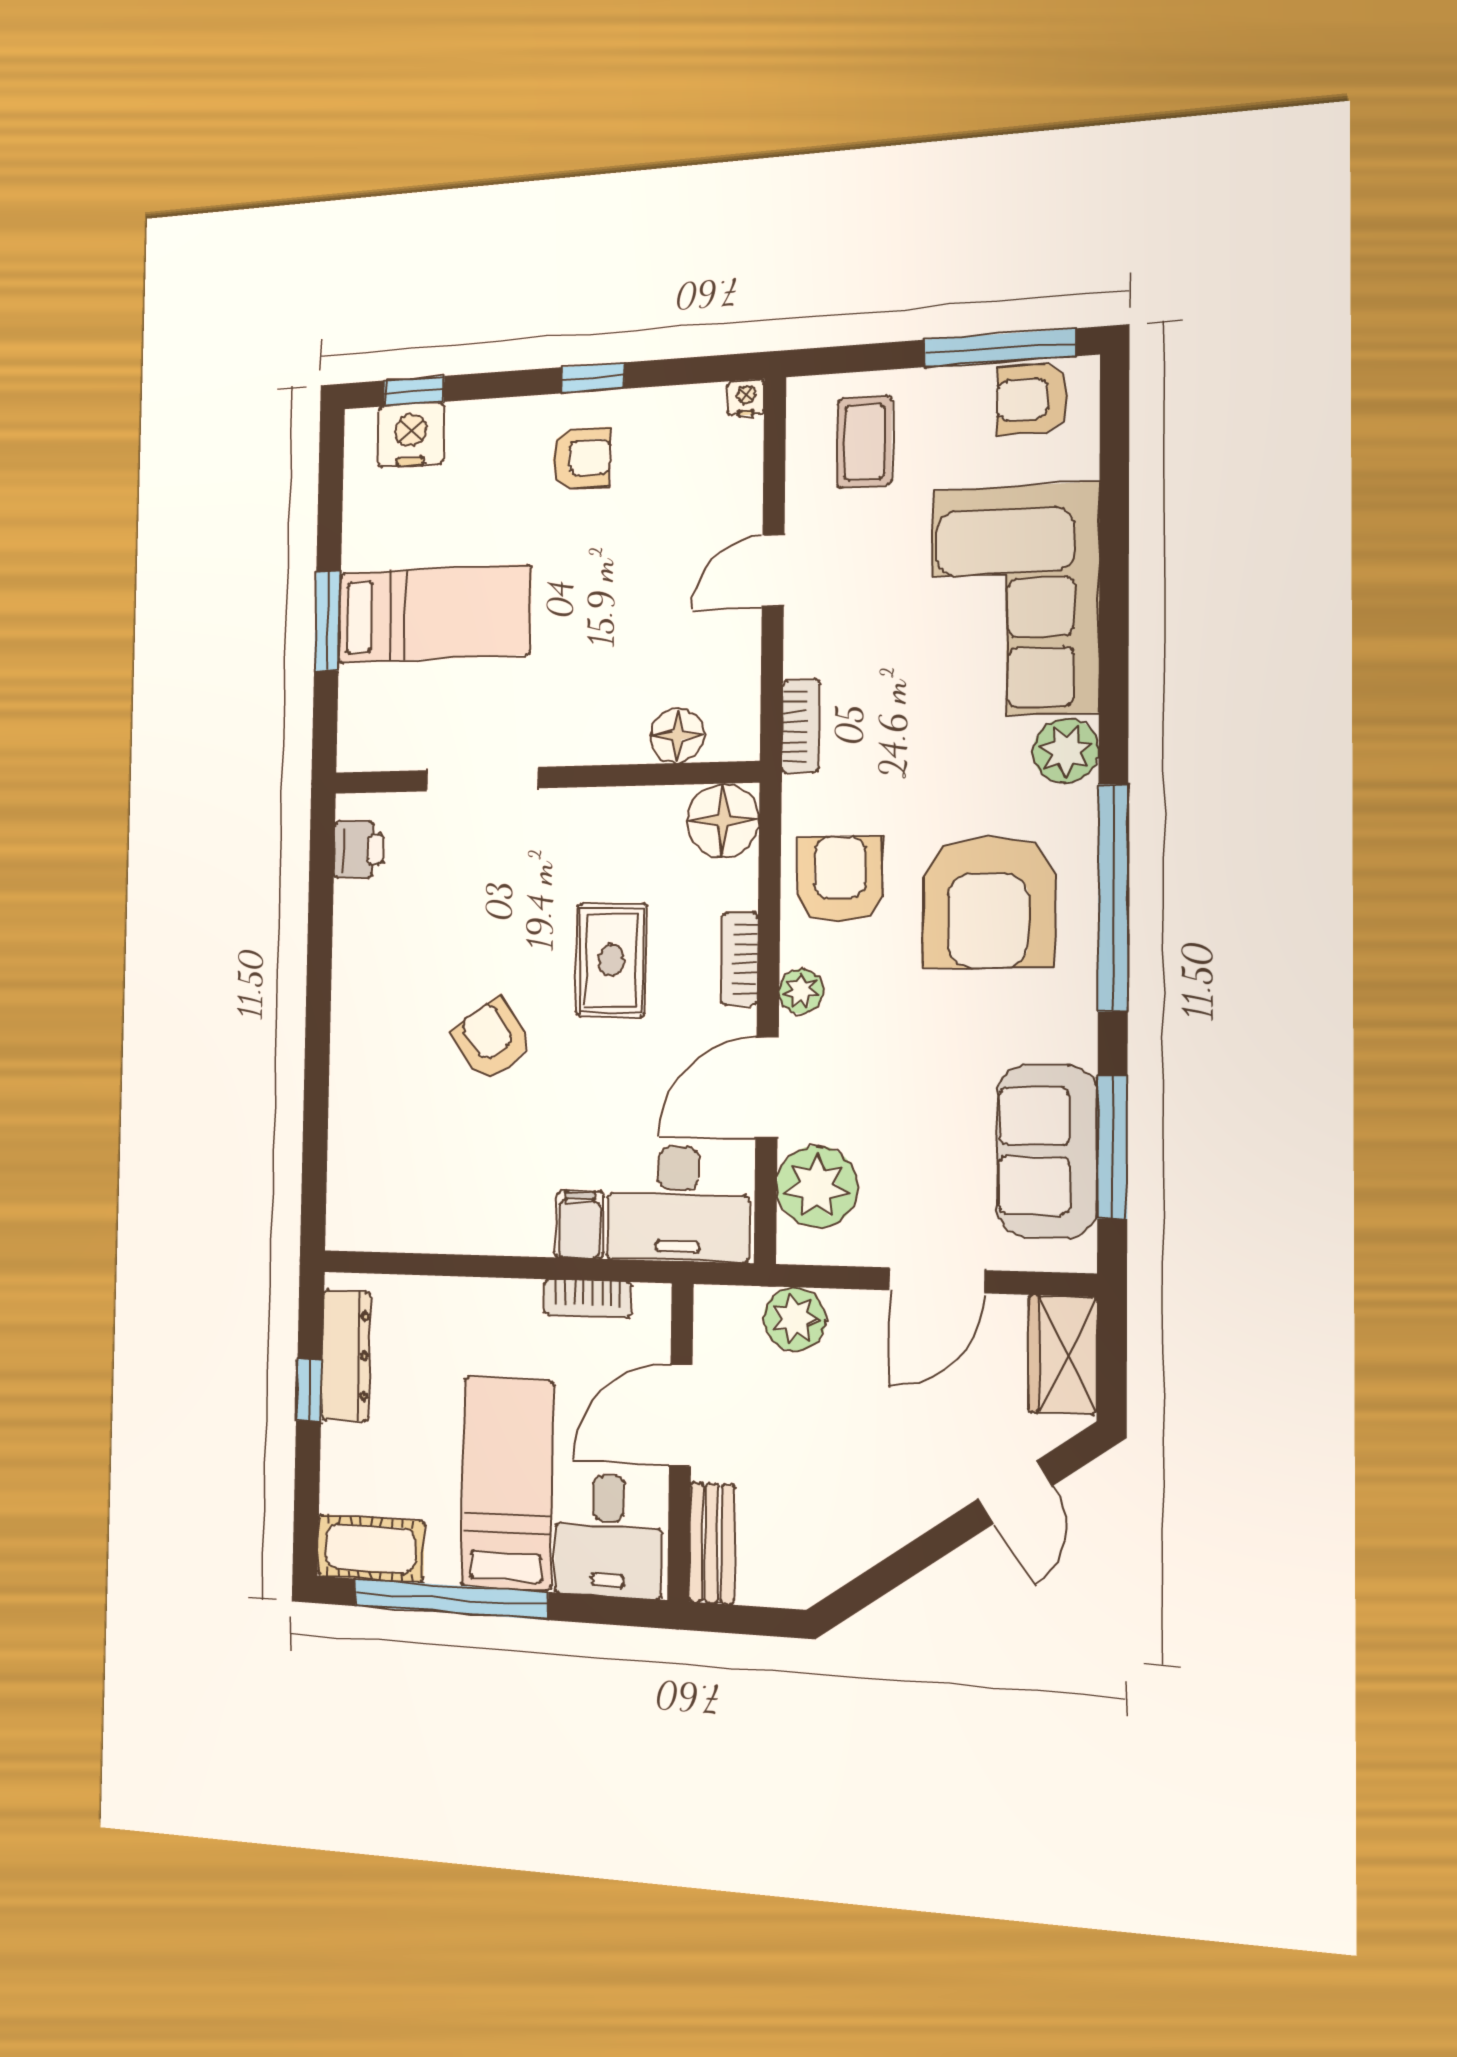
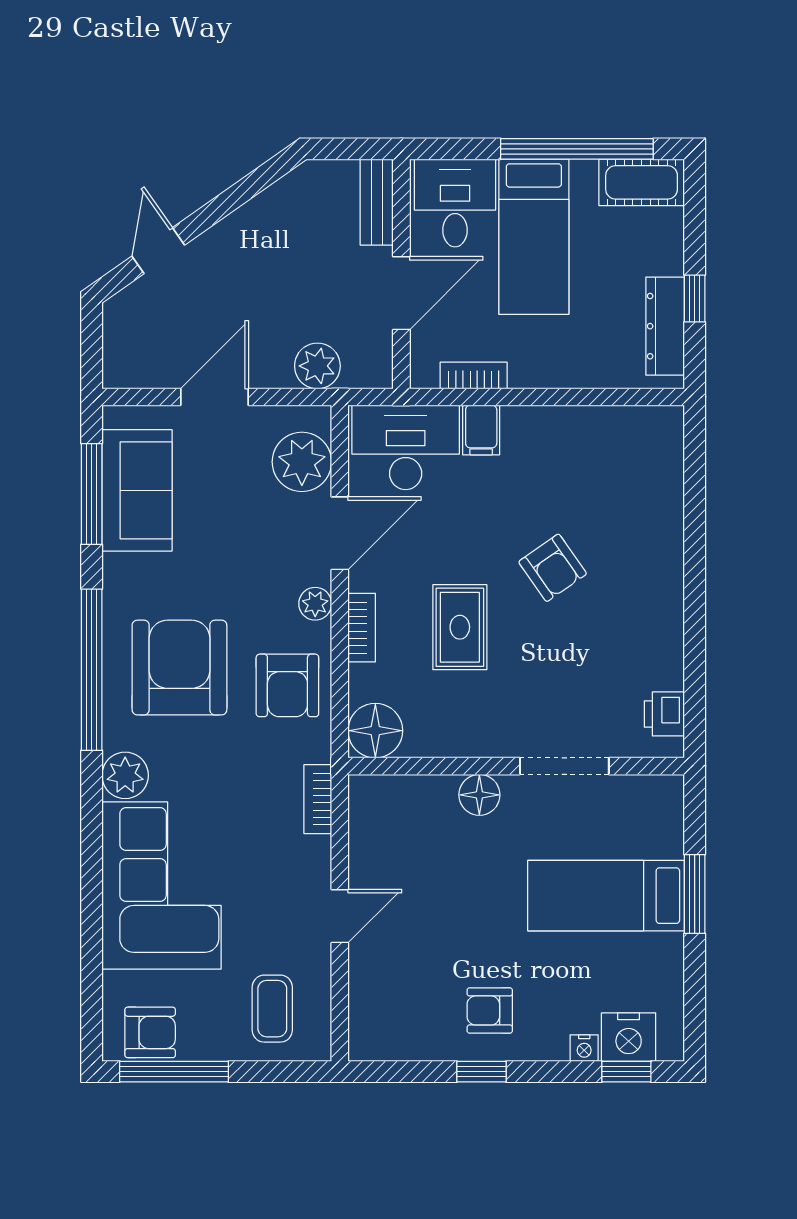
nightstand: (746, 398) -> (584, 1048), moved
floor lamp: (677, 736) -> (479, 795), moved
wardrobe: (1063, 1355) -> (126, 348), removed

